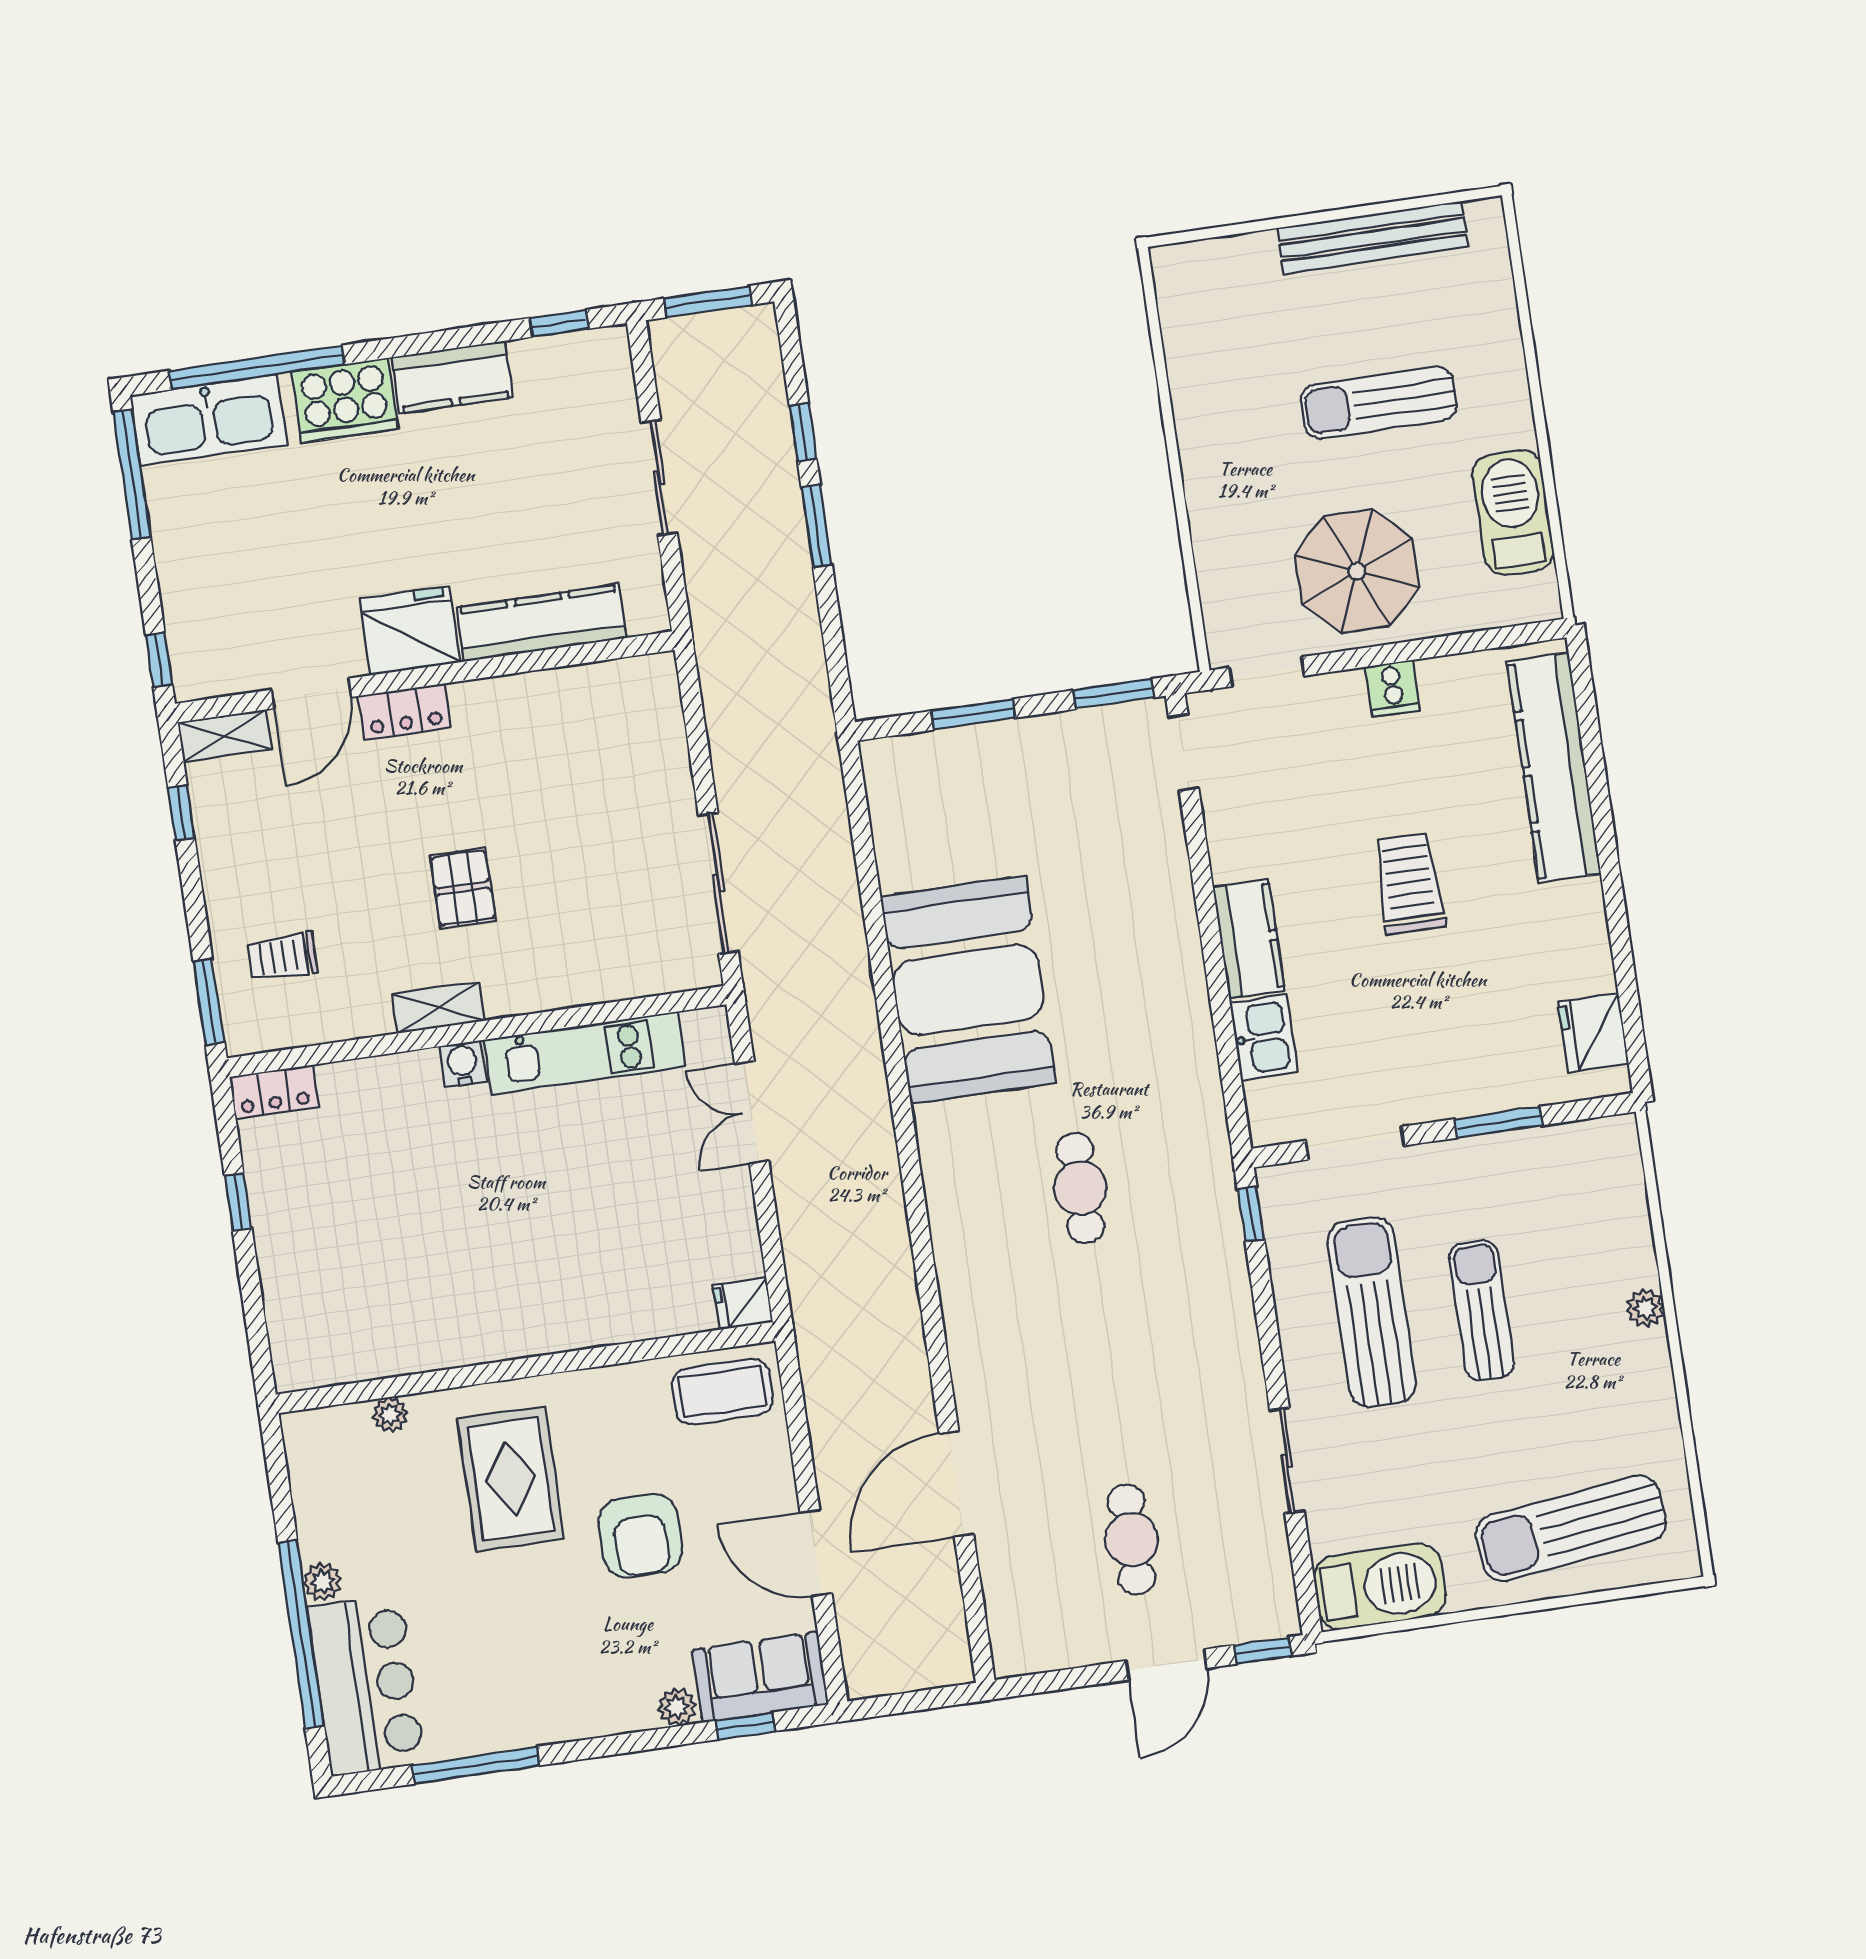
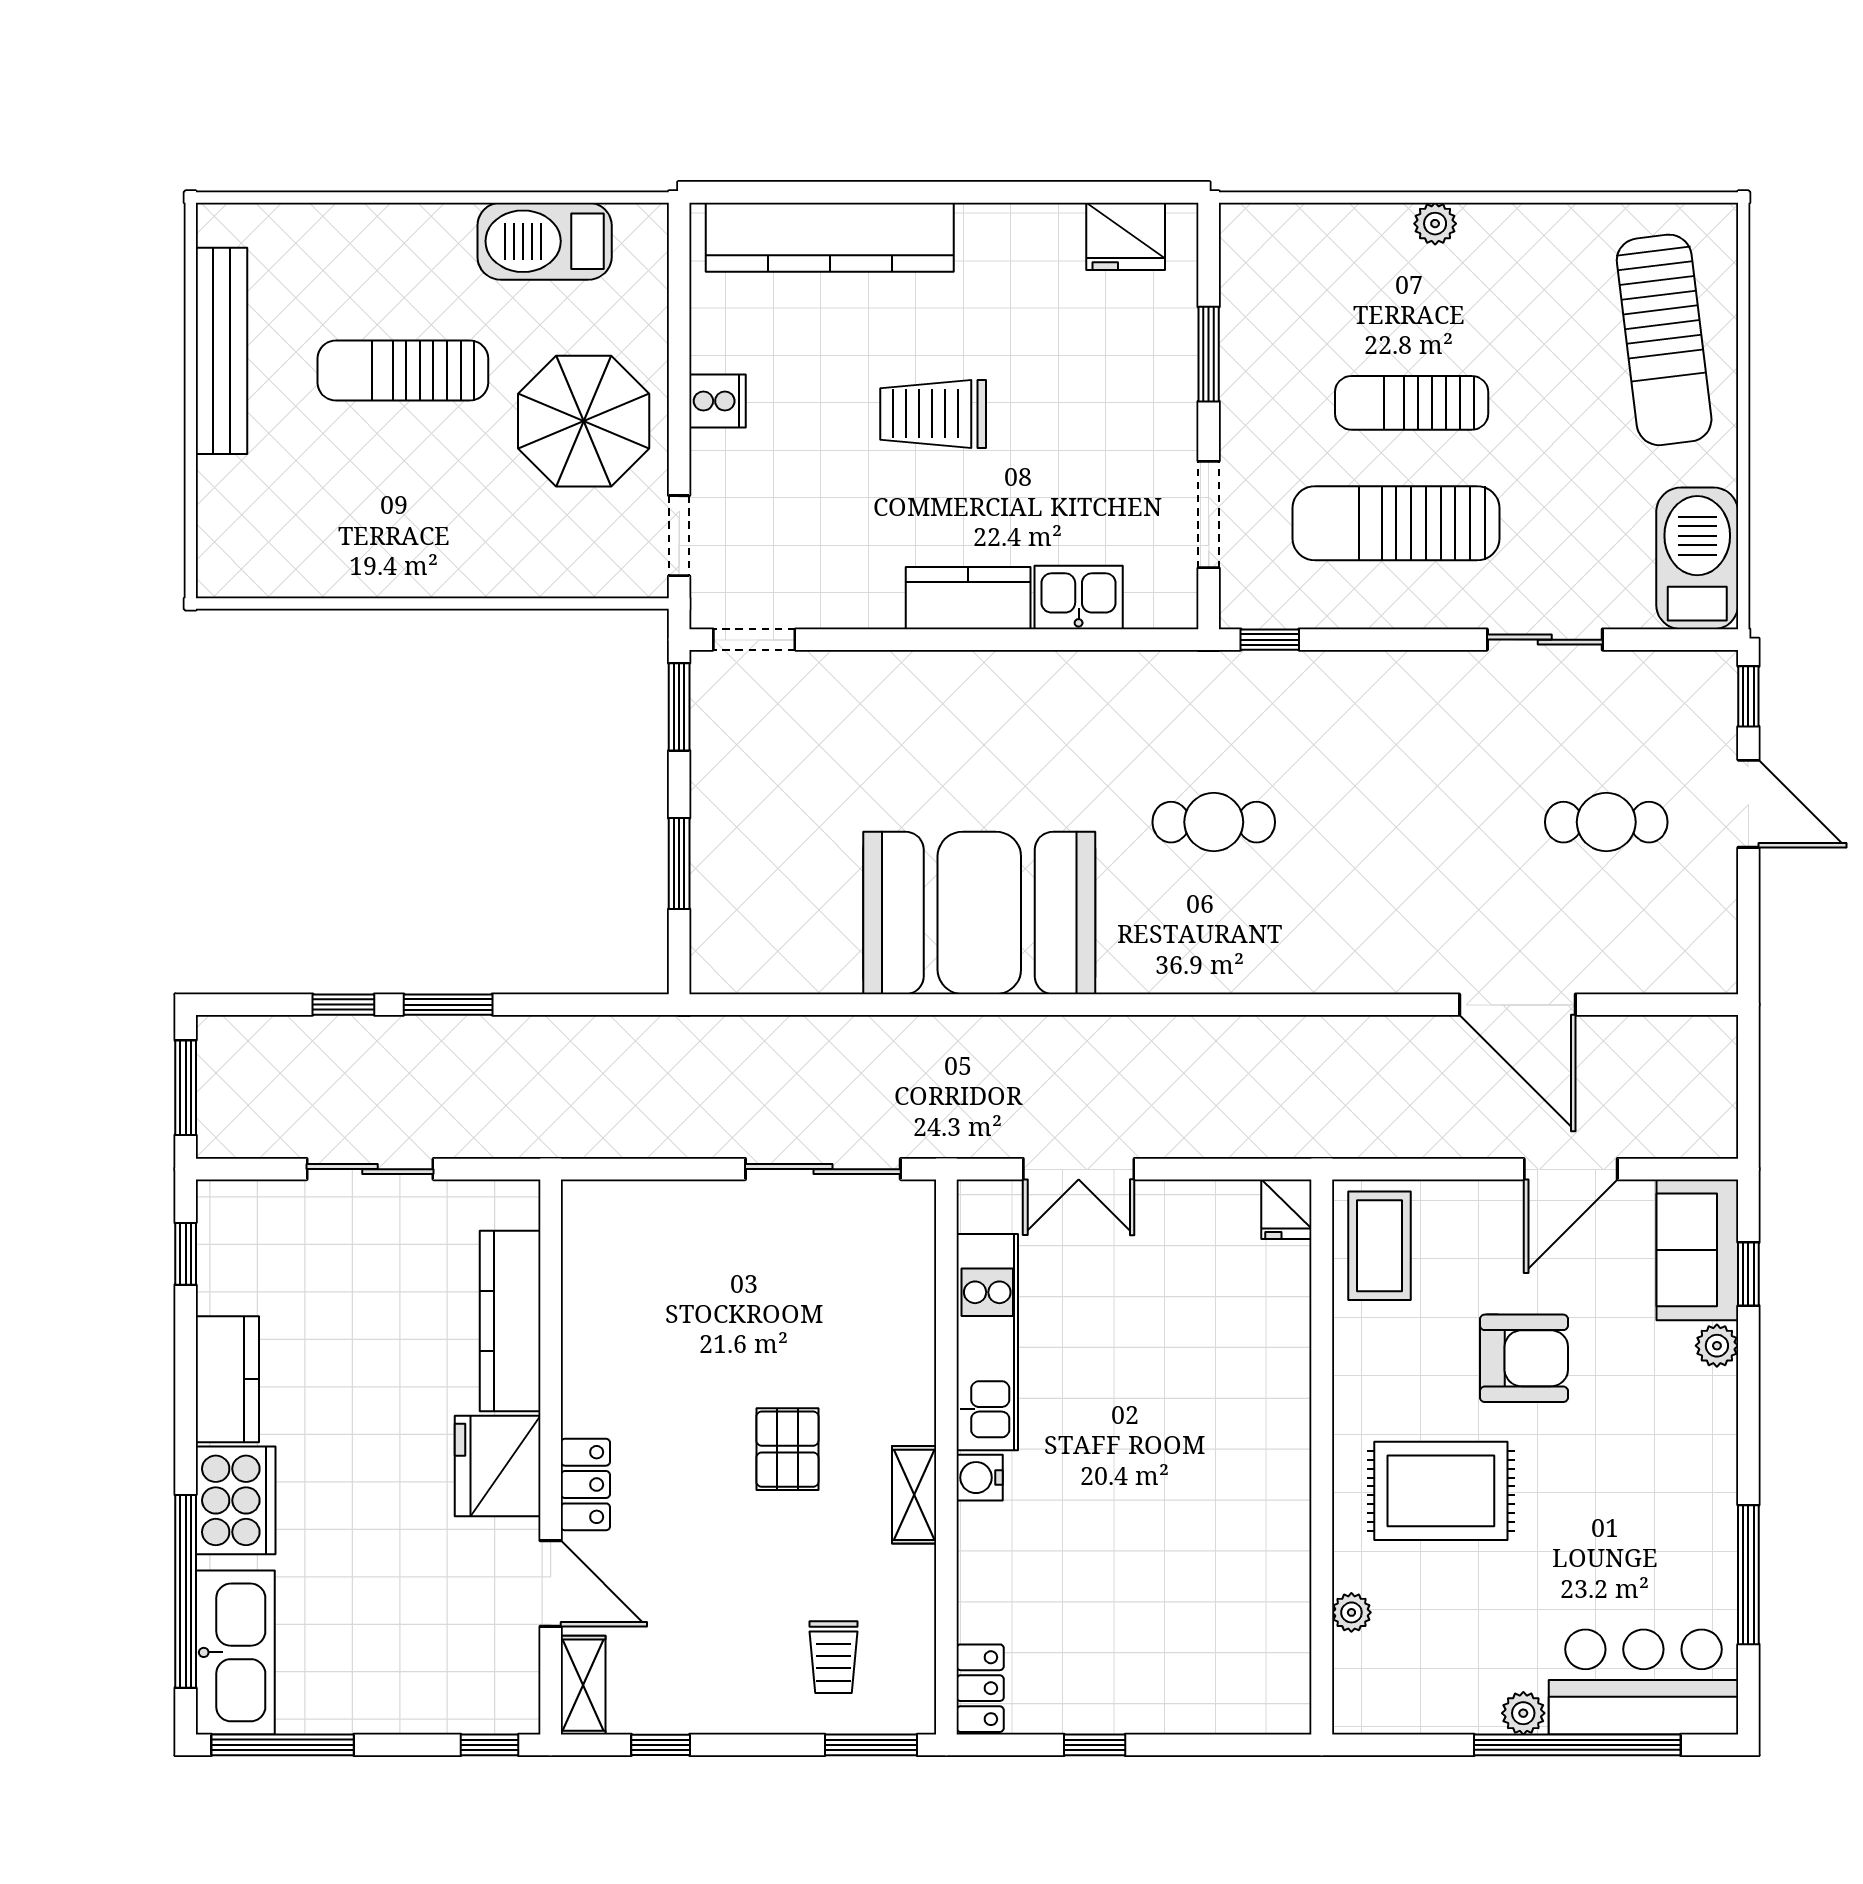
sun lounger: (1379, 403) -> (403, 371), turned 90
pallet: (463, 888) -> (787, 1449), turned 90

